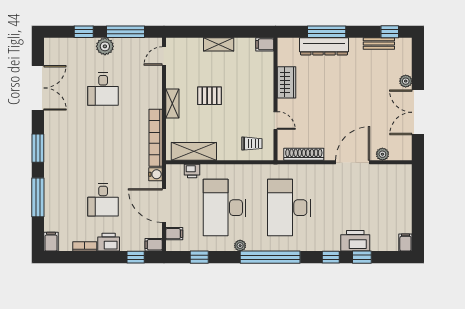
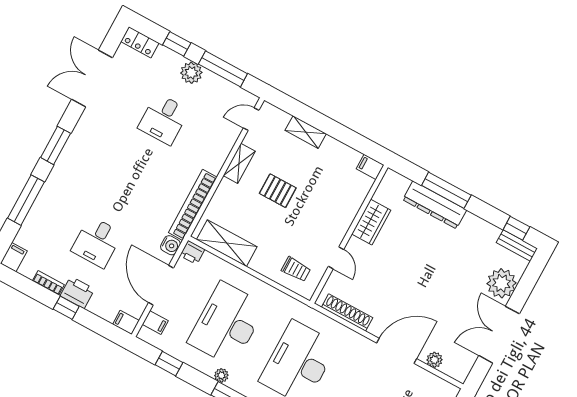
shelving: (219, 44) -> (306, 132), moved
bench: (379, 44) -> (517, 245), moved
locker: (58, 45) -> (140, 42), added
plant: (406, 81) -> (502, 283), width x1.87, depth x1.87
double door: (38, 88) -> (92, 78), swing flipped
shelving: (172, 103) -> (239, 163), moved
printer: (192, 171) -> (192, 252), moved
window: (136, 257) -> (66, 308), moved

